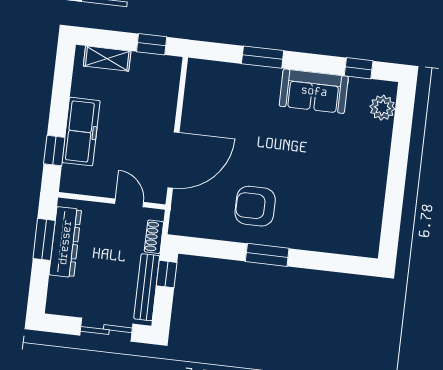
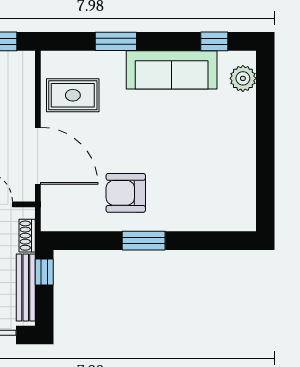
sofa: (314, 91) -> (172, 70), width x1.36
rug: (214, 105) -> (73, 95), added
door: (173, 160) -> (38, 156), hinge flipped

